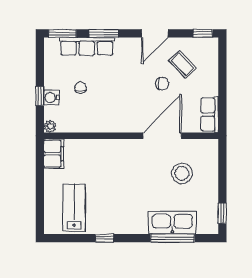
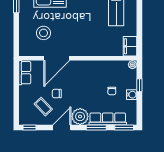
plant: (128, 50) -> (80, 116), added
water cooler: (51, 97) -> (132, 95), moved

